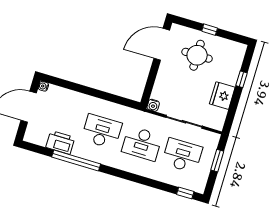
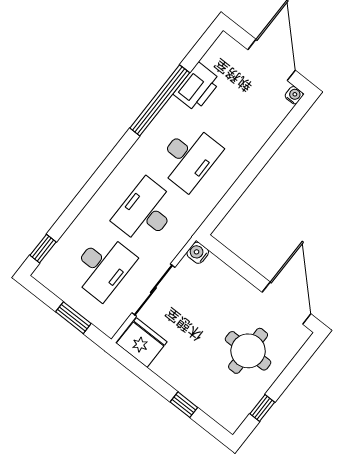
window: (210, 30) -> (262, 408), moved
fridge: (222, 96) -> (142, 343), moved

